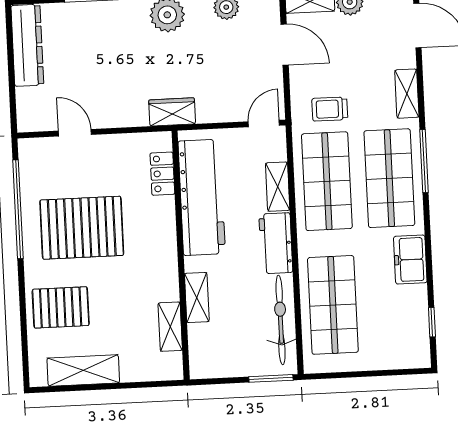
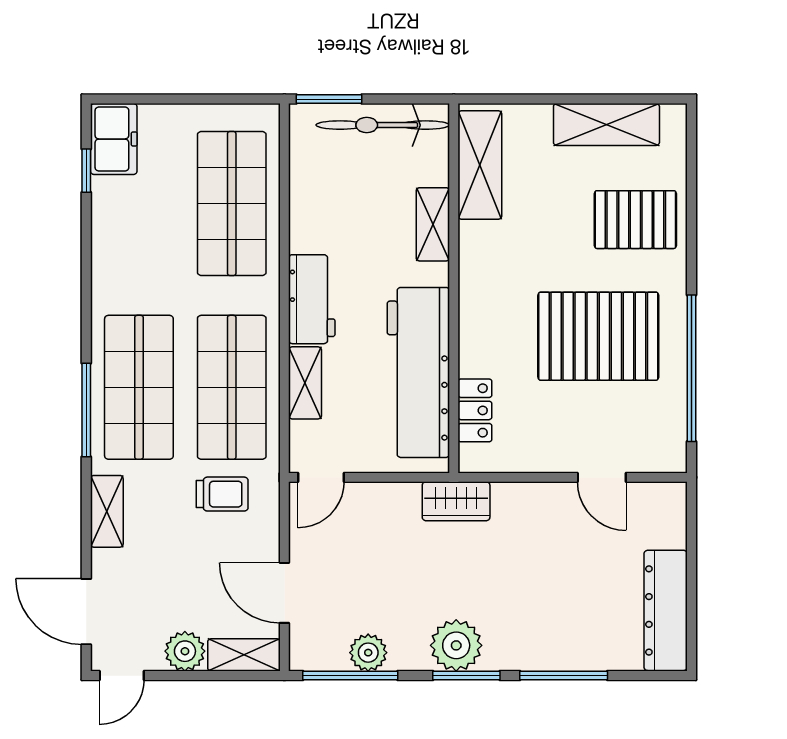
freezer: (410, 260) -> (114, 139), moved
bicycle: (281, 320) -> (383, 125), moved, turned 90
shelving: (170, 327) -> (480, 165), width x1.50, depth x1.33

